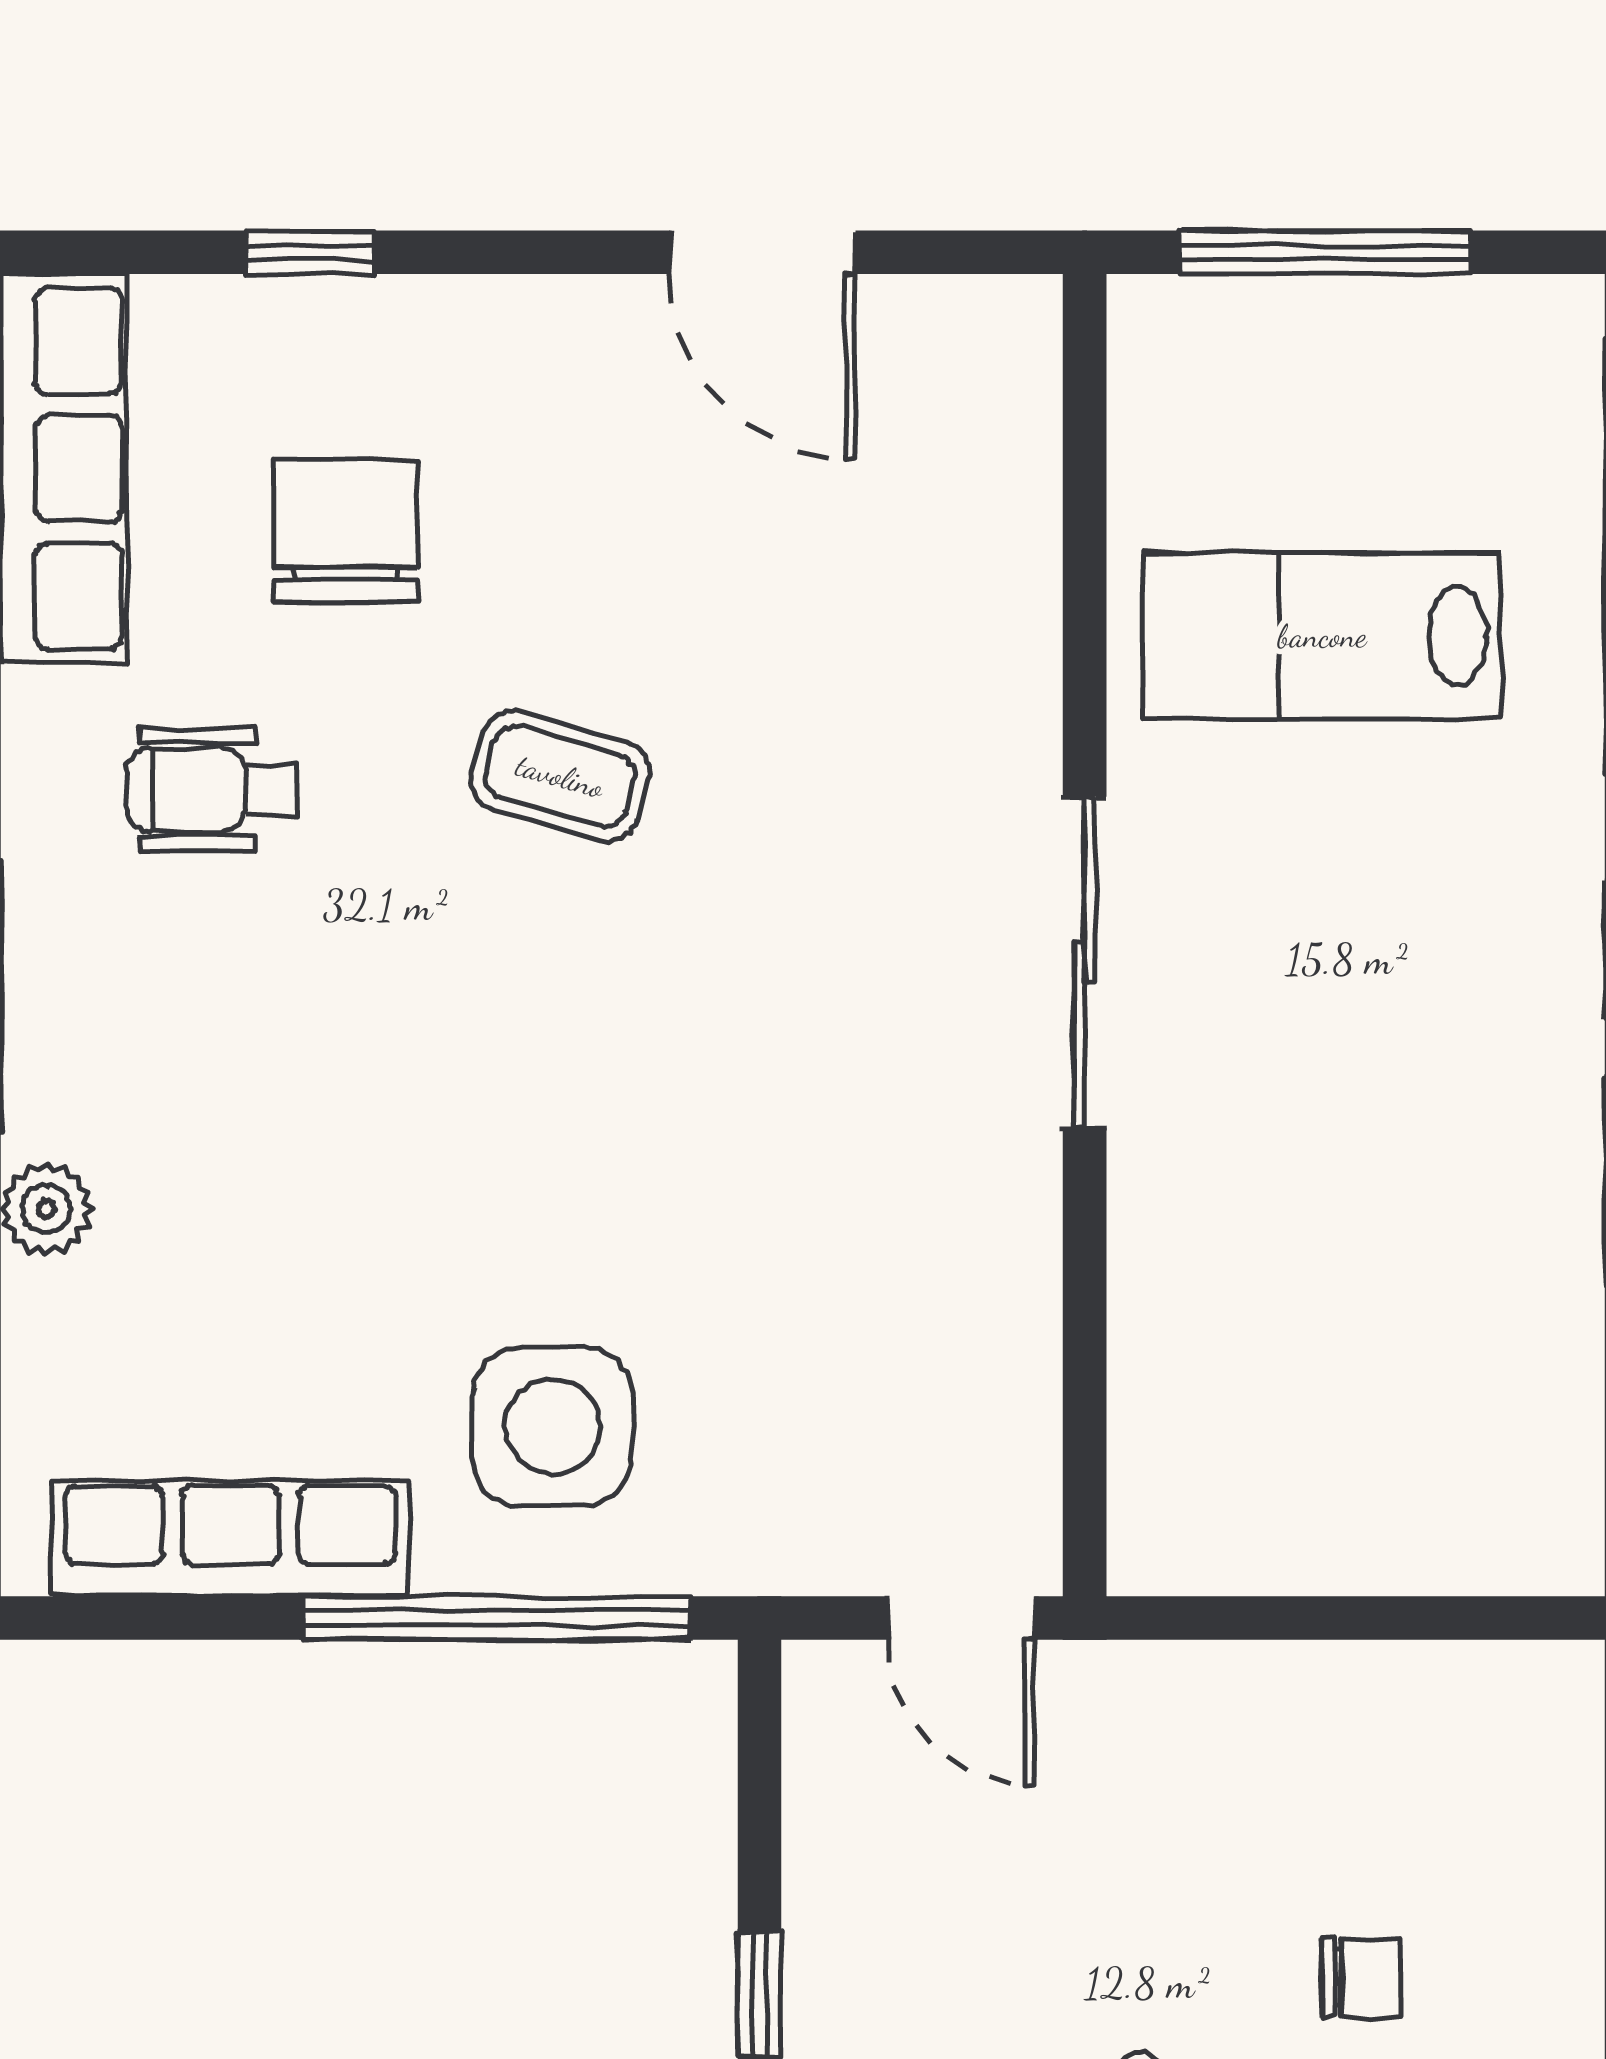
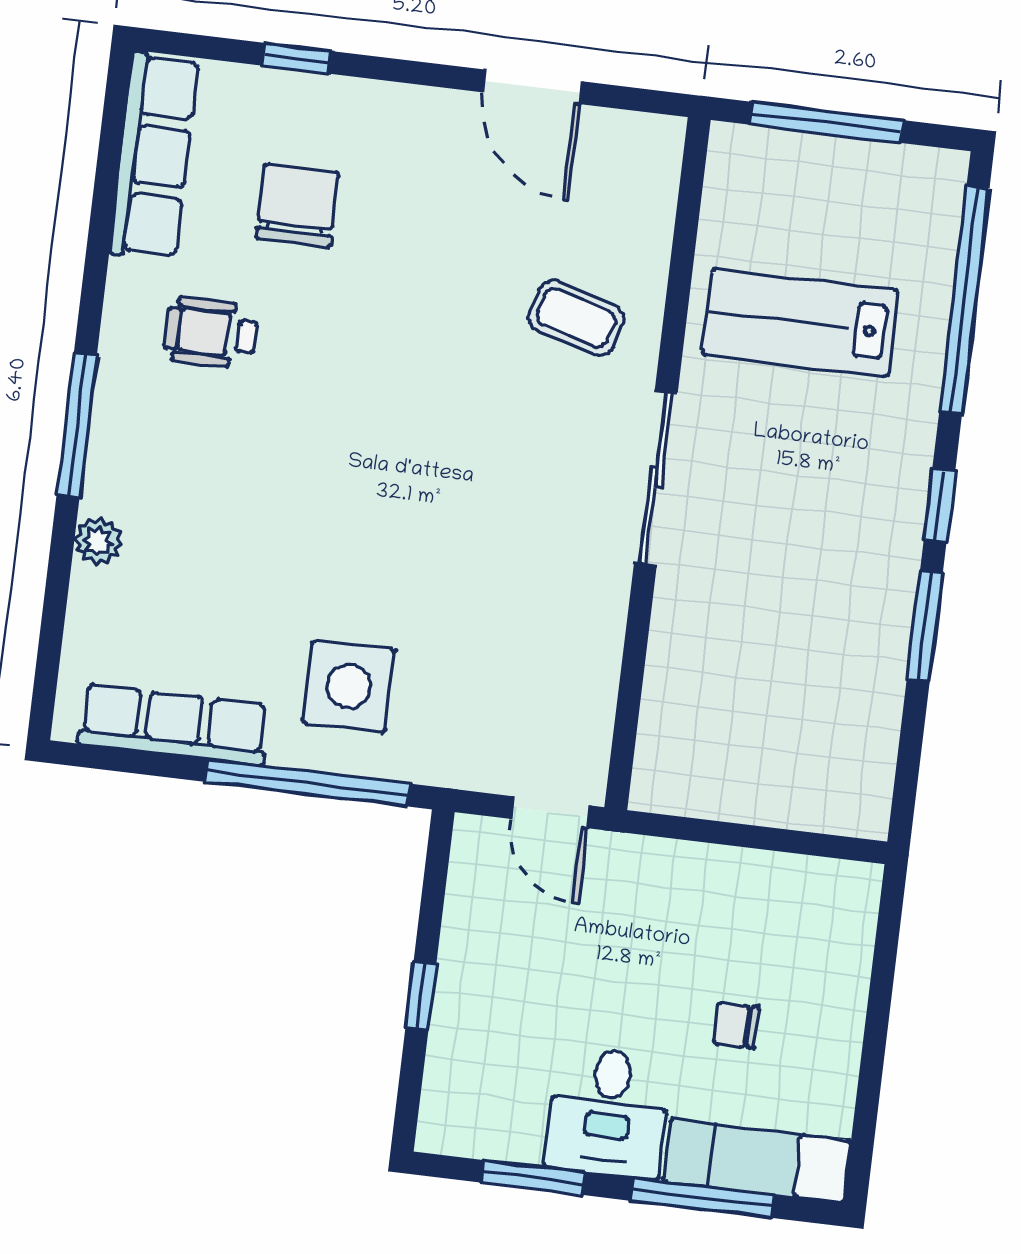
coffee table: (560, 776) -> (576, 318), moved
chair: (1361, 1978) -> (736, 1025), turned 180

